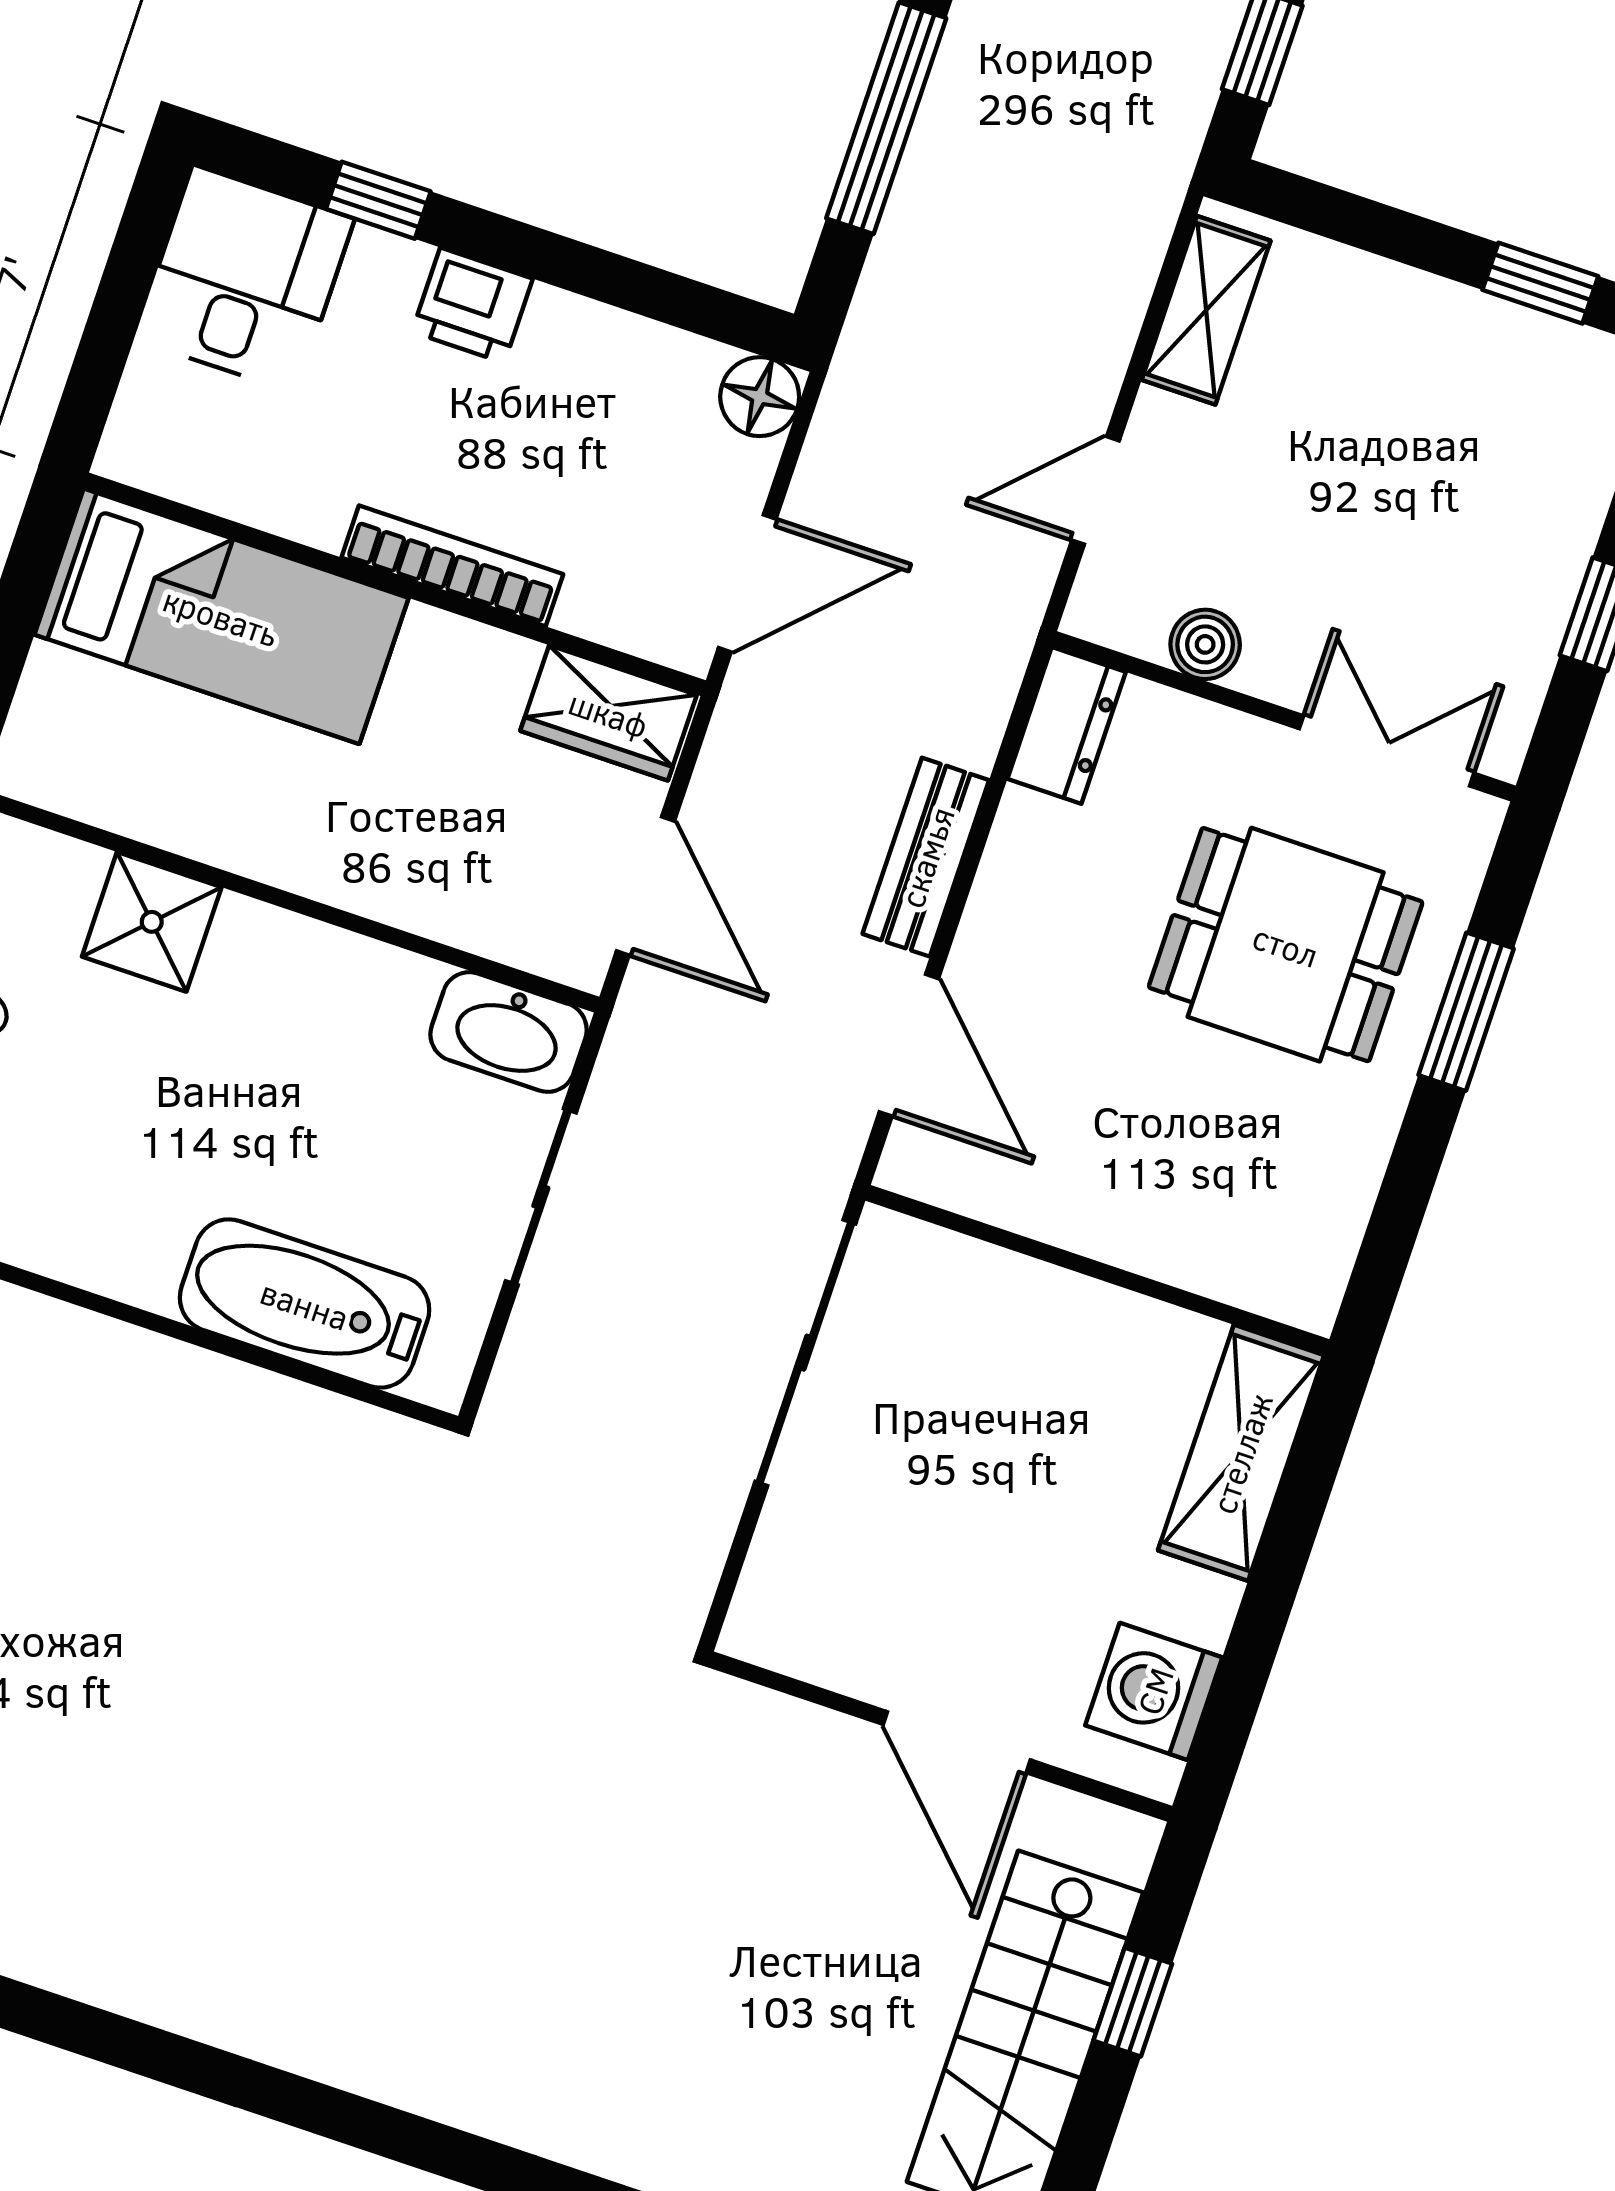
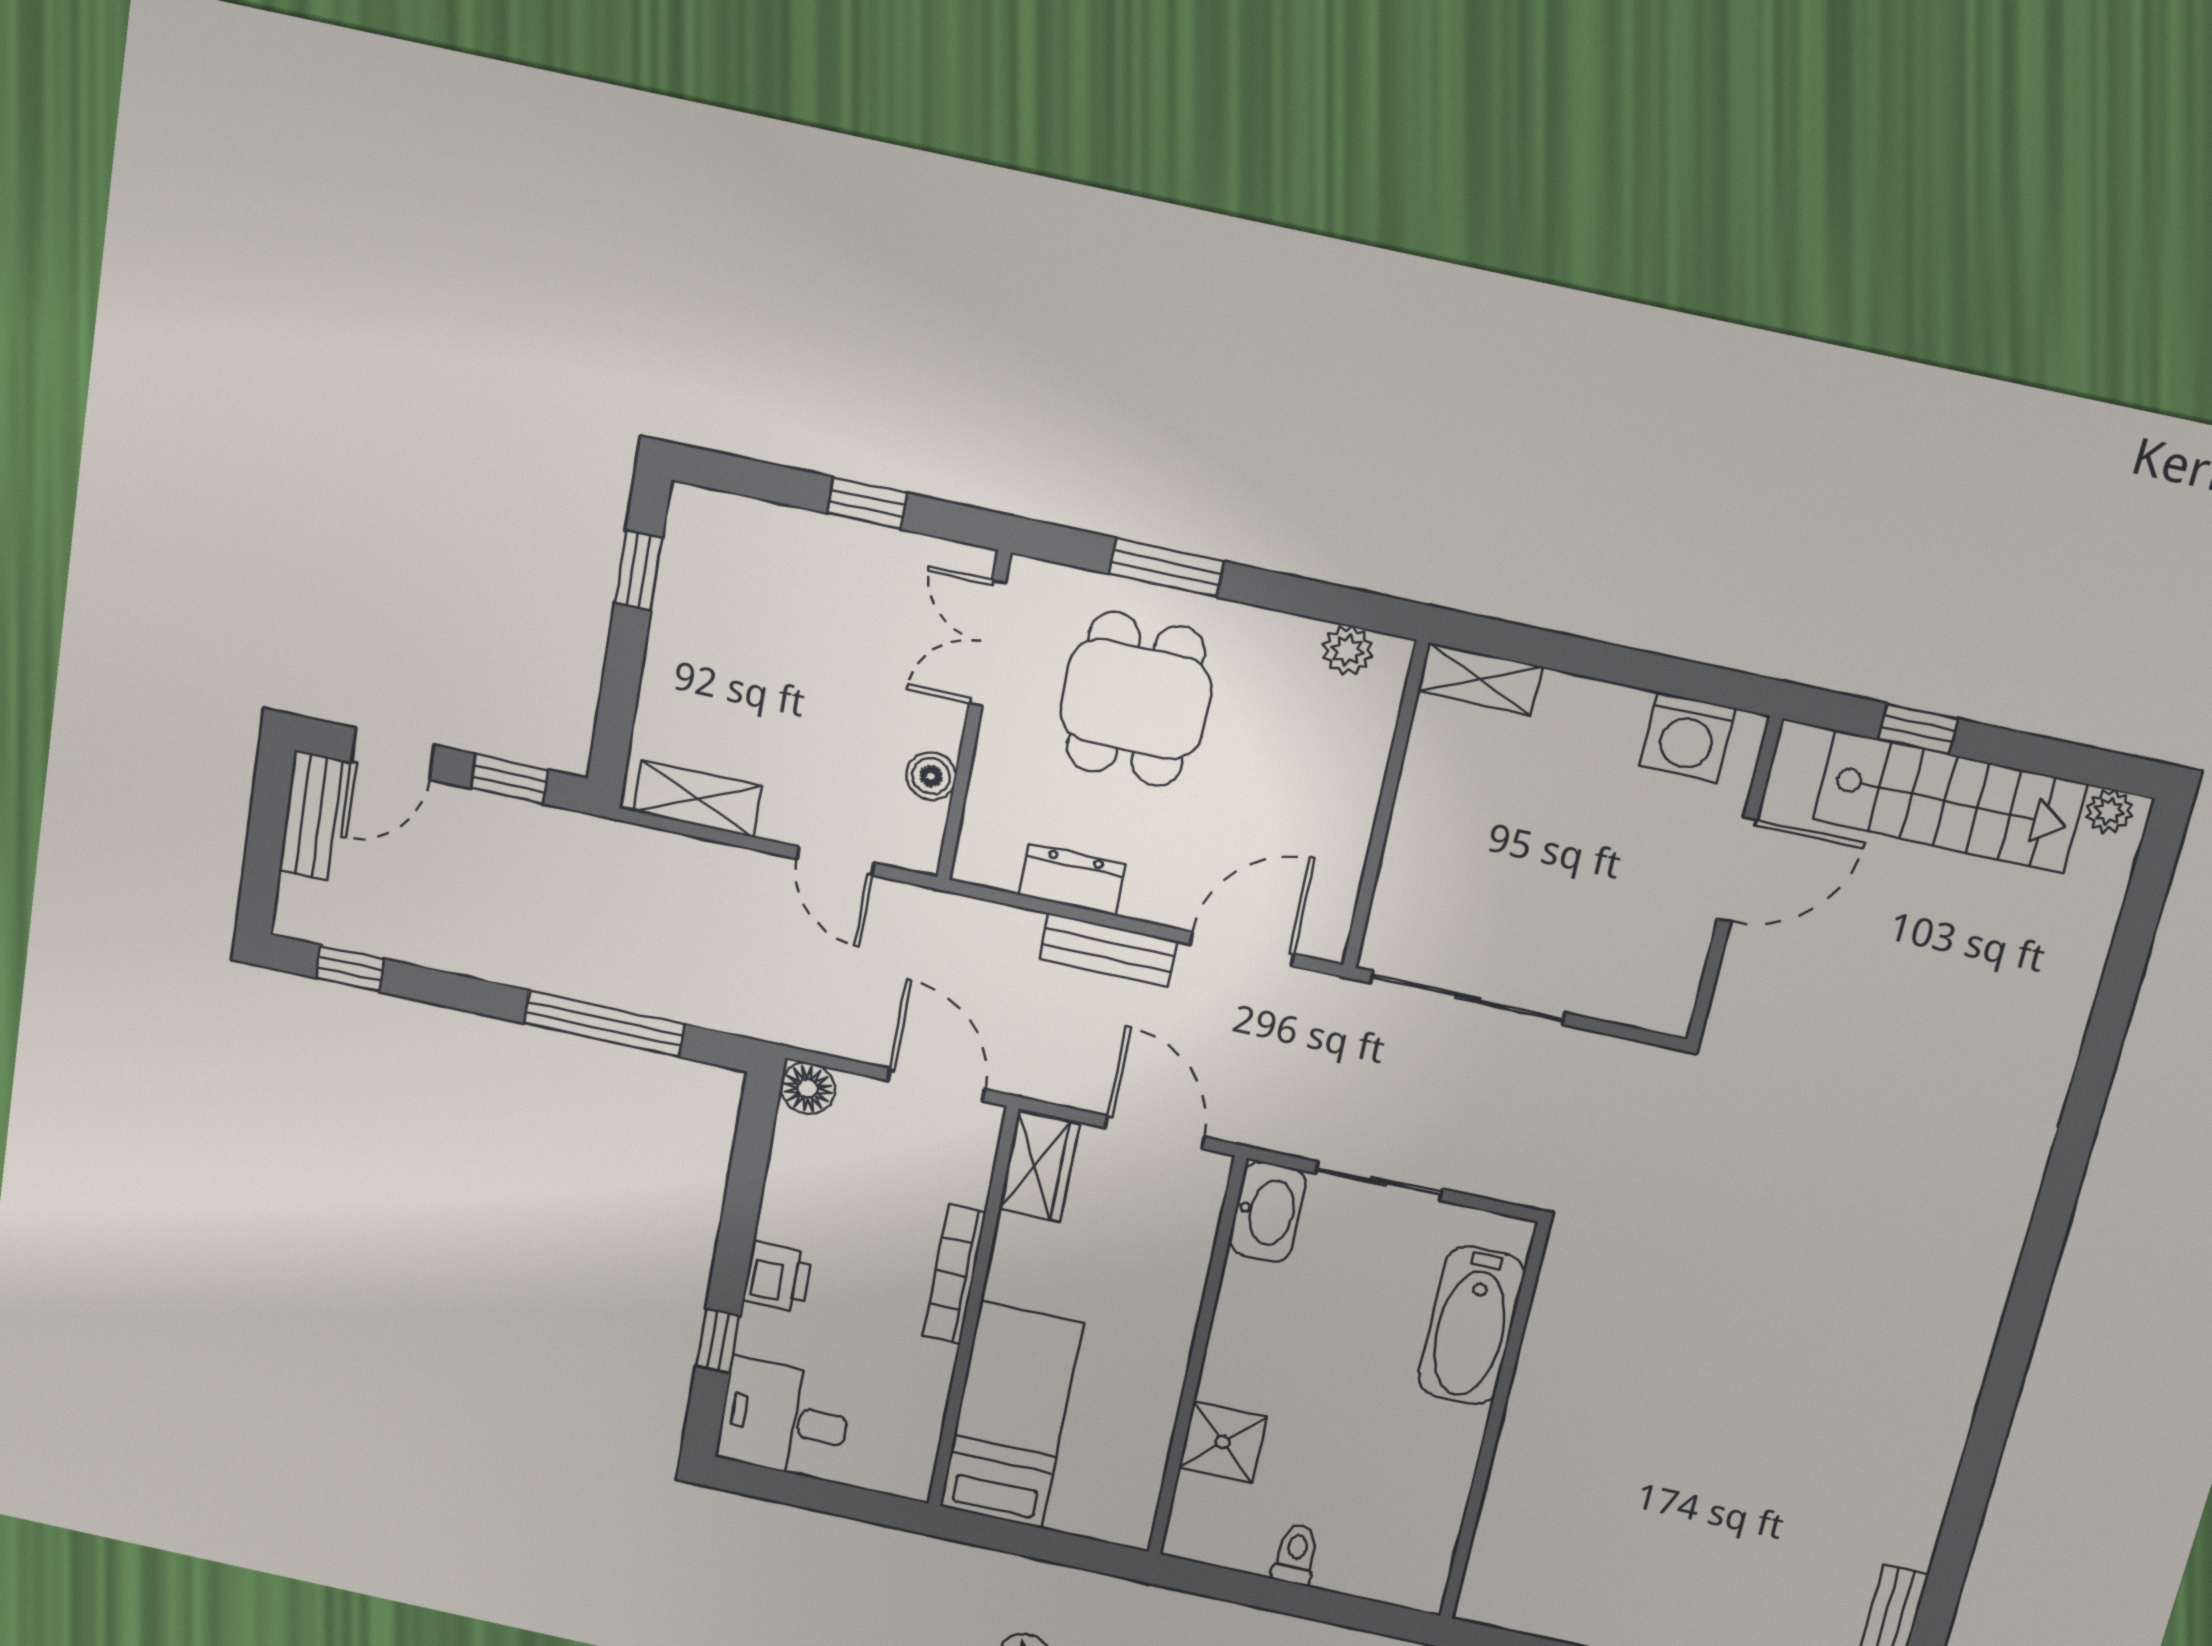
dresser: (1067, 725) -> (1072, 880), moved
door: (645, 886) -> (1155, 1132), hinge flipped
plant: (1324, 1244) -> (1348, 650), added
shelving: (1241, 1453) -> (1480, 679), width x0.67, depth x0.75

